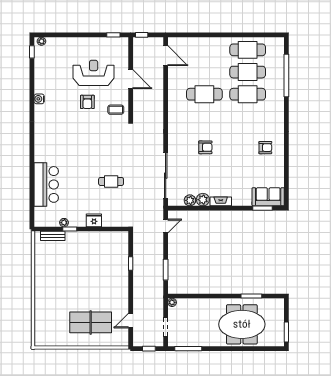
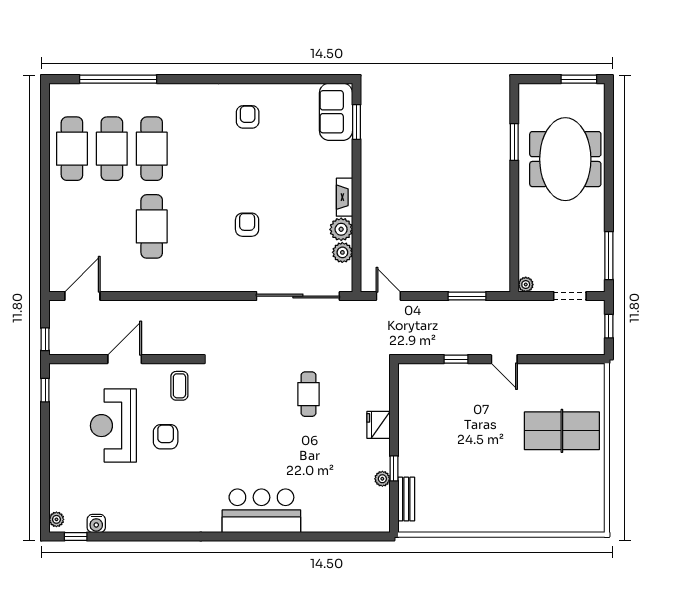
water cooler: (39, 99) -> (96, 523), moved
armchair: (87, 102) -> (166, 437), turned -90
bar counter: (46, 184) -> (261, 511), moved
door: (131, 321) -> (504, 359), moved
table tennis table: (91, 322) -> (562, 431), turned 90

